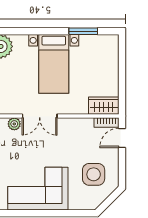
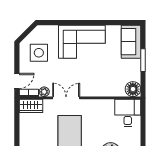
double door: (40, 116) -> (66, 98), moved
plant: (14, 124) -> (44, 92), moved

